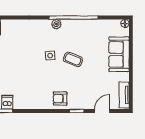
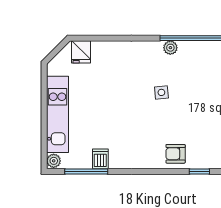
coffee table: (73, 59) -> (194, 98), removed

